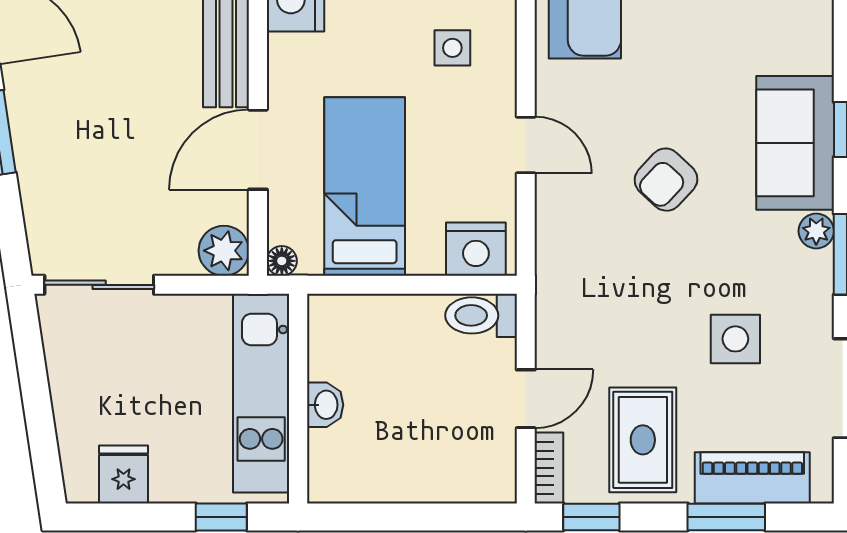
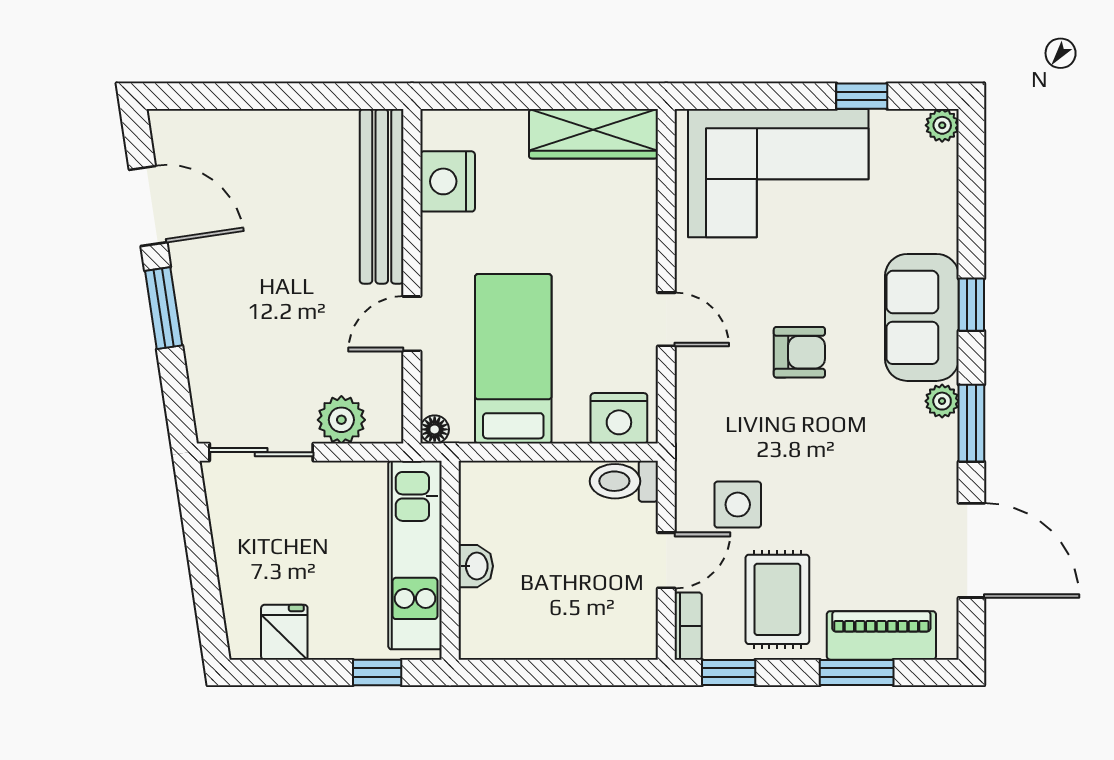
side table: (452, 48) -> (597, 227), removed
door: (258, 150) -> (412, 324), width x0.73
armchair: (666, 180) -> (799, 352), turned -133
plant: (224, 251) -> (341, 420), moved
side table: (735, 339) -> (738, 505), moved

